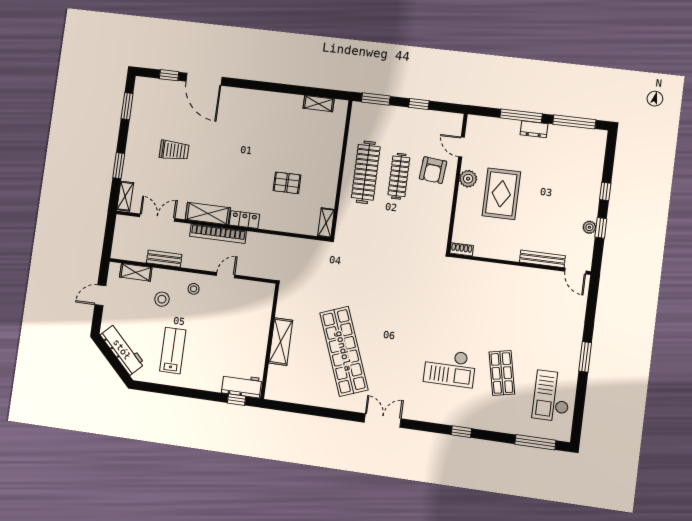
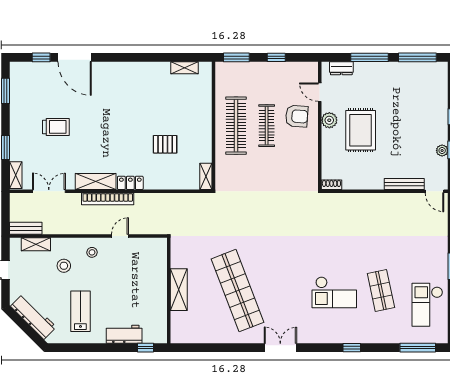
dresser: (534, 129) -> (341, 68), moved
armchair: (433, 170) -> (297, 116), turned -91
bench: (164, 259) -> (26, 228), moved
workbench: (242, 386) -> (124, 334), moved

